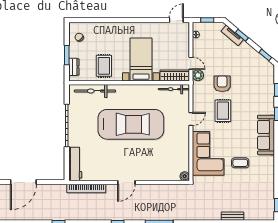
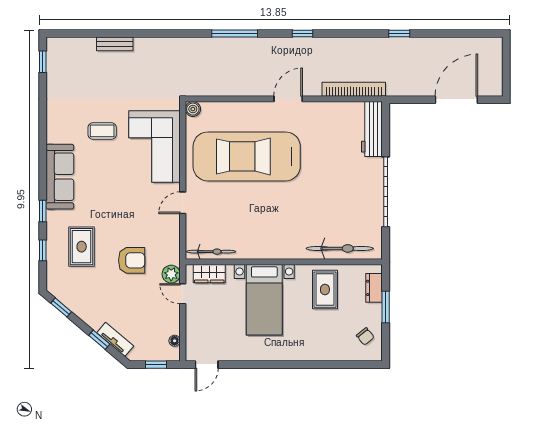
wardrobe: (175, 76) -> (209, 274), width x0.67
armchair: (222, 84) -> (132, 260), turned -90
rug: (223, 111) -> (82, 247), moved
car: (131, 124) -> (247, 156), moved

